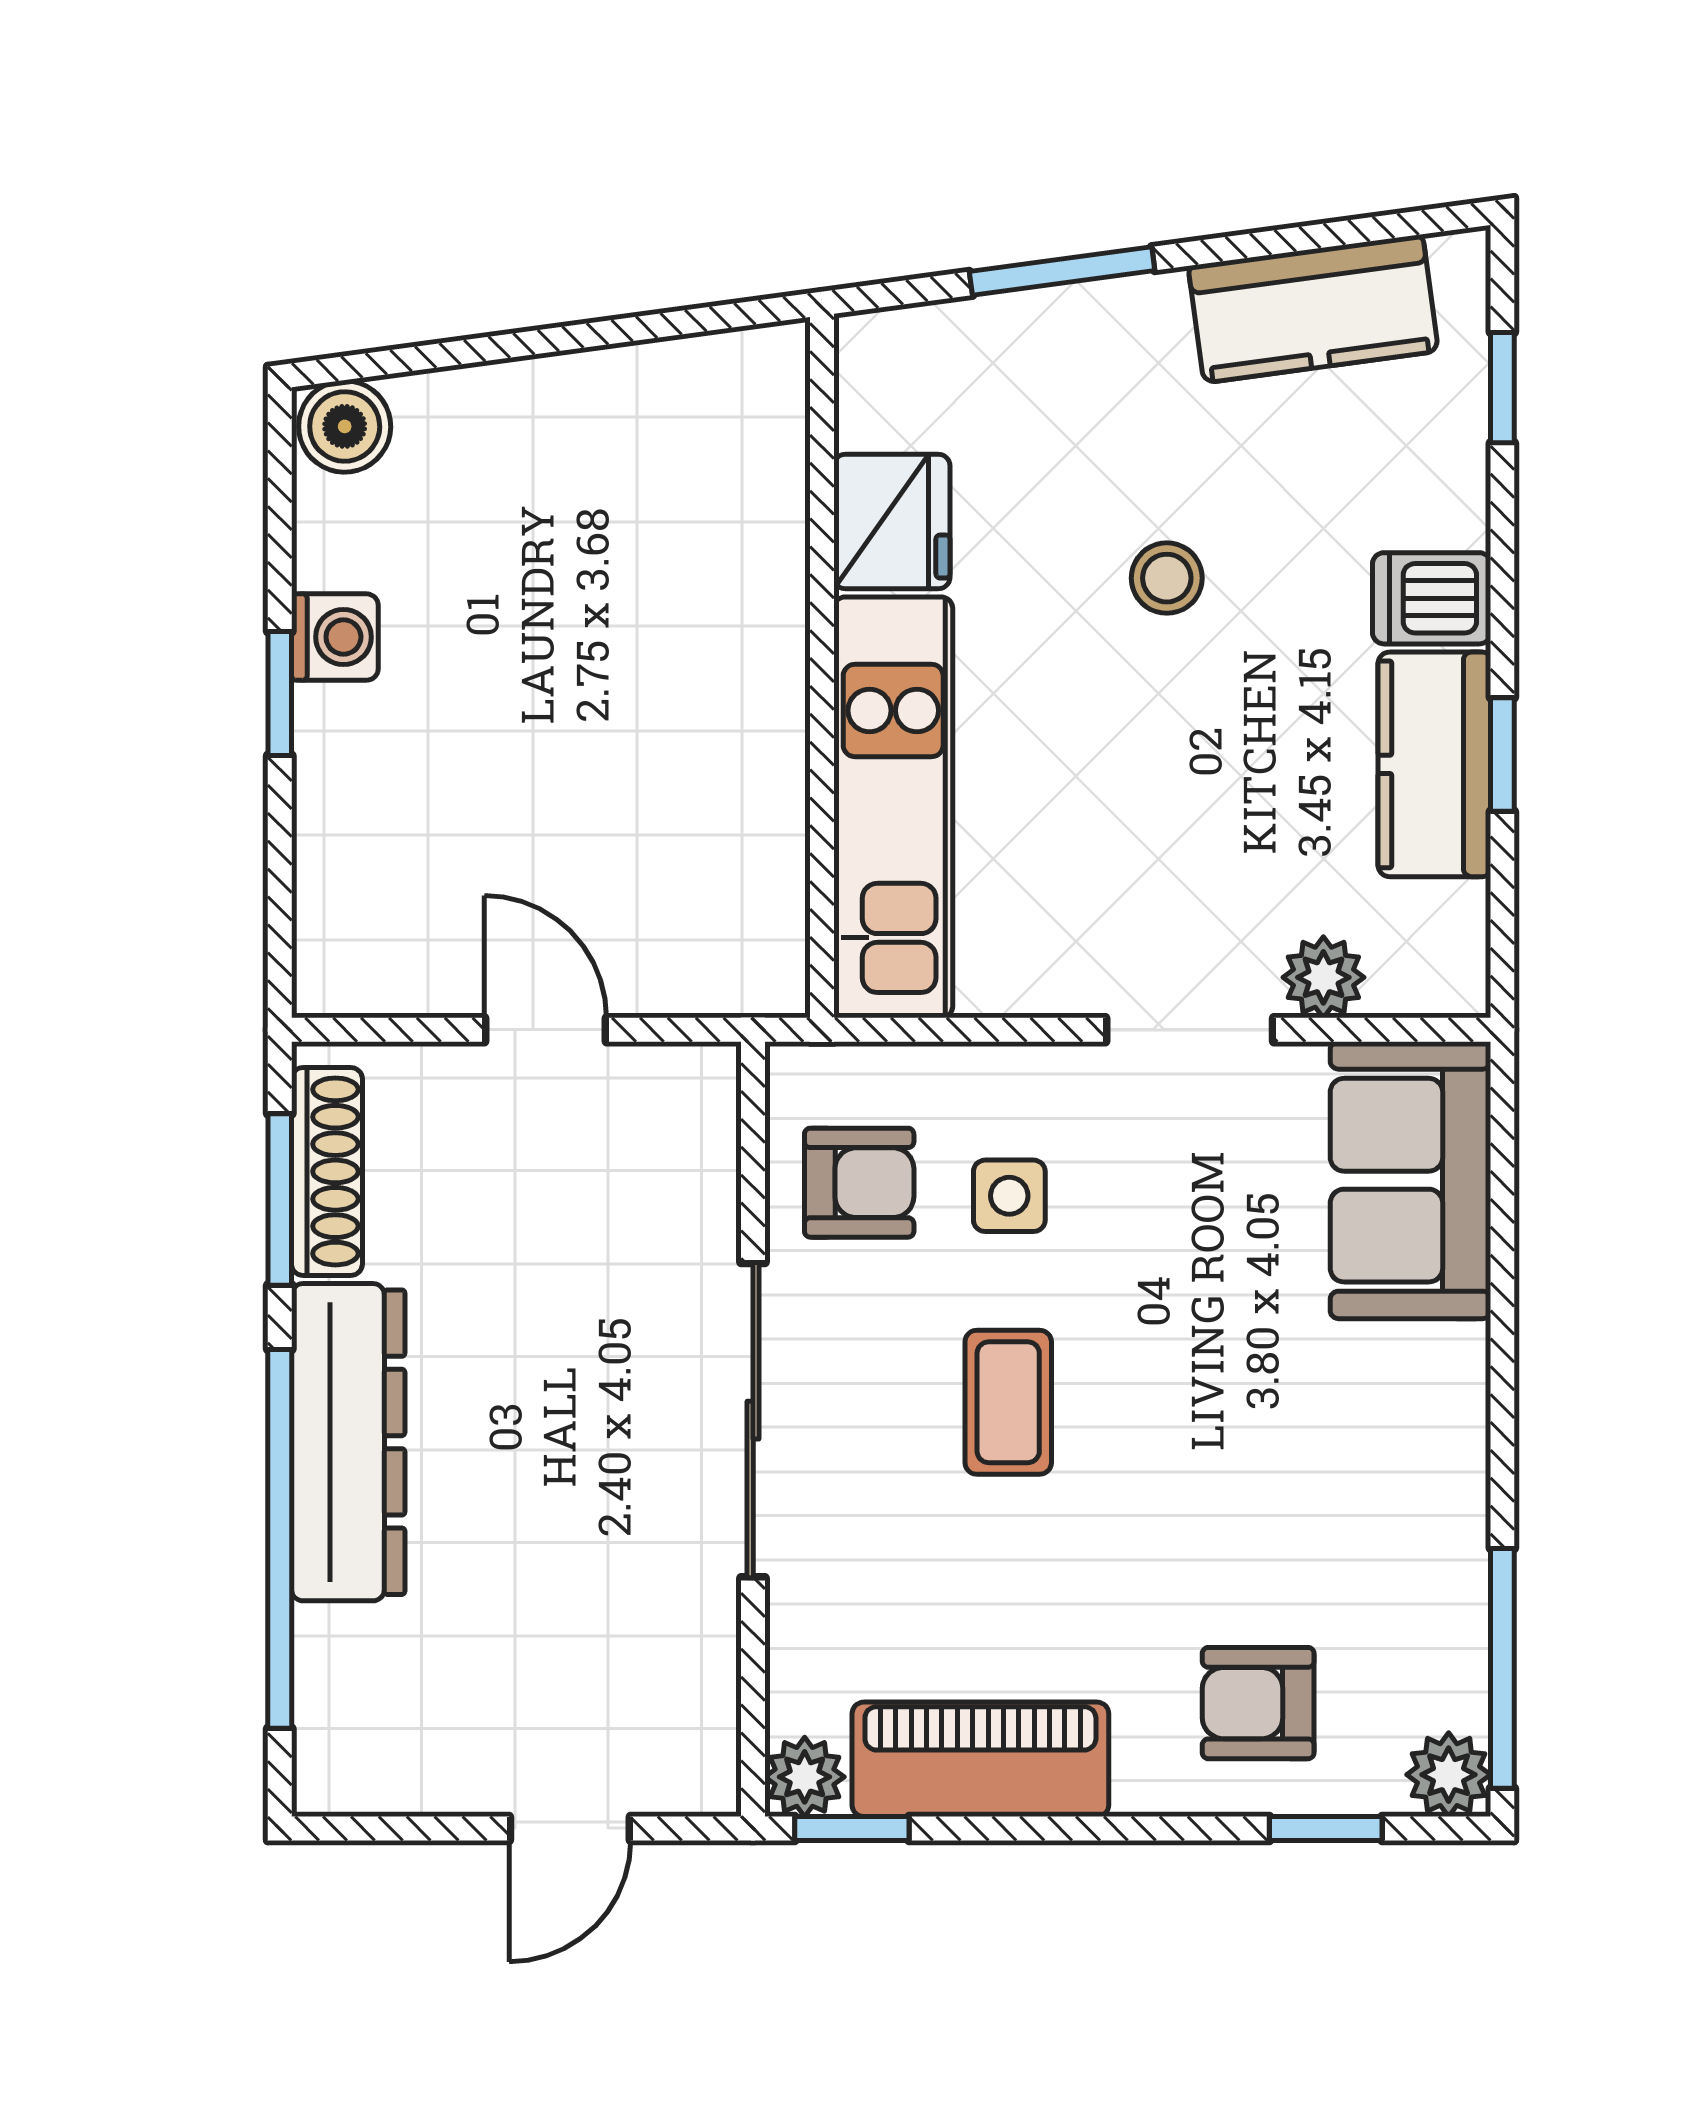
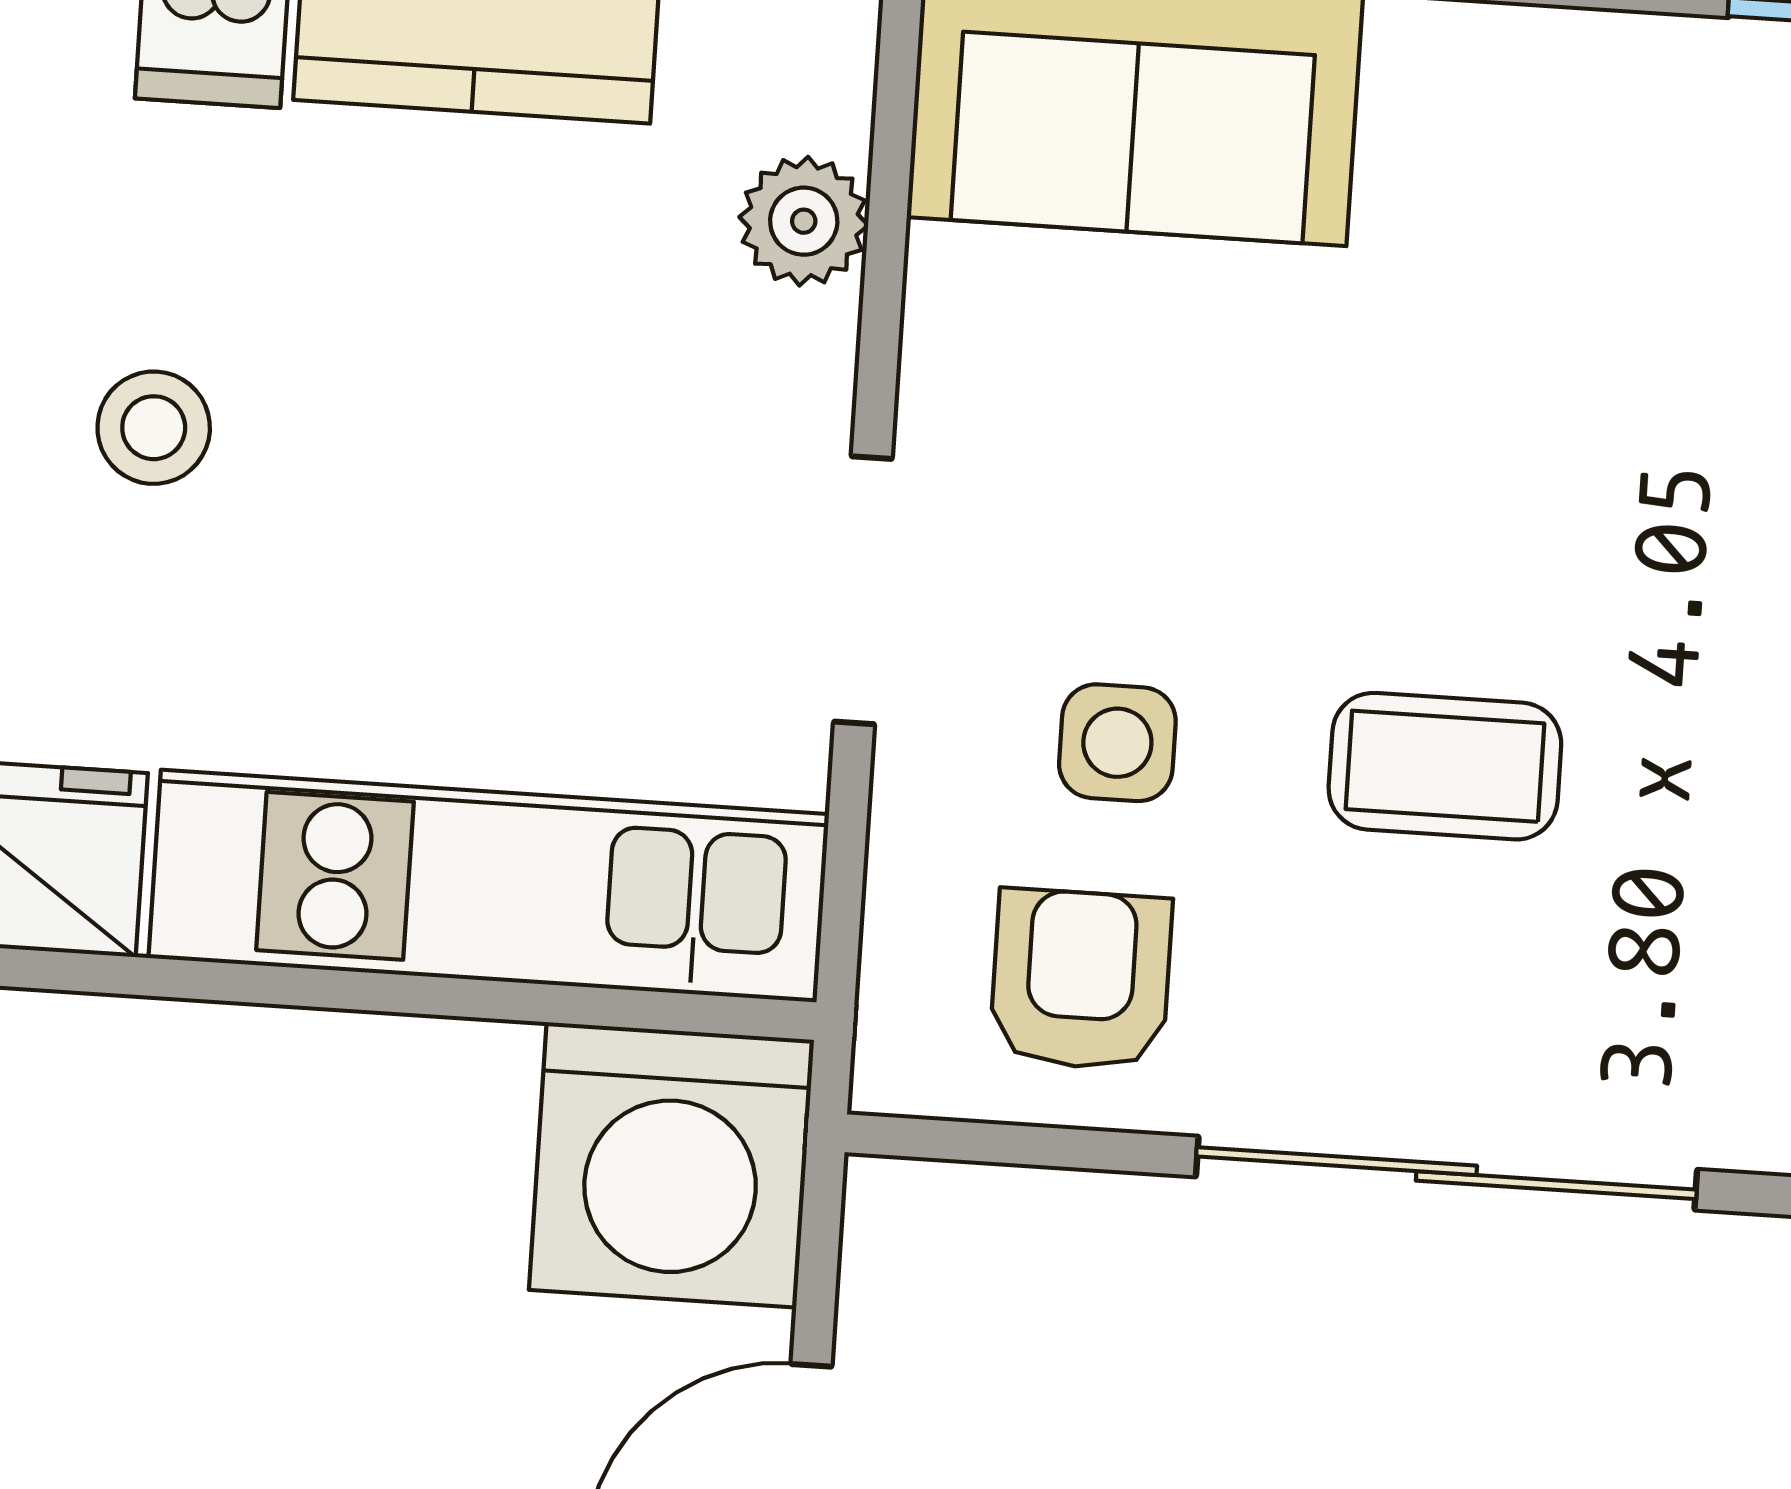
washing machine: (726, 934) -> (671, 1165), added
doorway: (1190, 1030) -> (863, 590), moved

